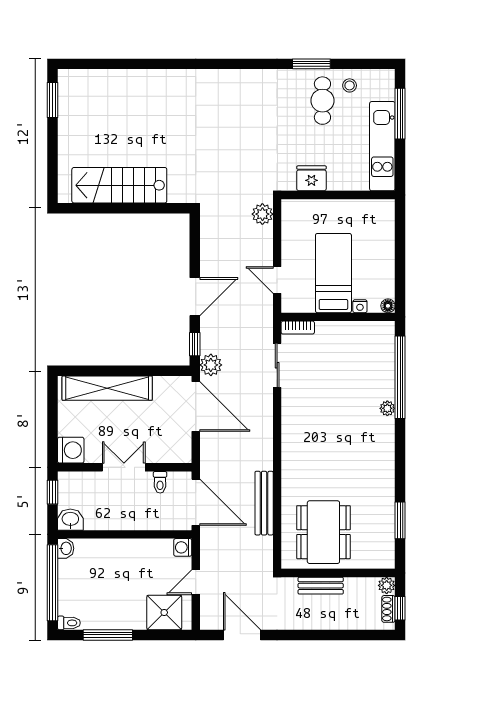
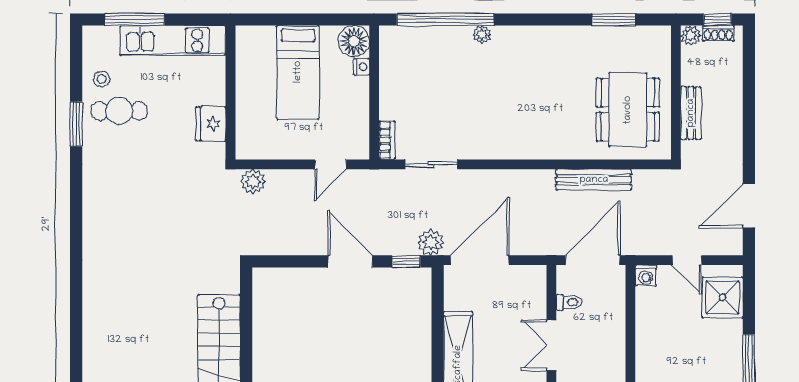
bed: (333, 273) -> (298, 72), moved, turned -90
floor lamp: (388, 306) -> (354, 41), width x1.89, depth x1.89
dining table: (323, 532) -> (628, 110), turned 90

